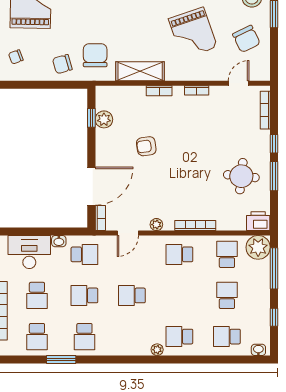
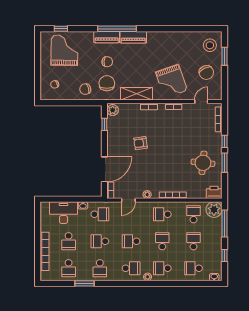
chair: (96, 22) -> (107, 62), added
grand piano: (193, 33) -> (171, 81), moved
plant: (104, 119) -> (113, 110), moved
school desk: (179, 295) -> (162, 241), added
school desk: (132, 337) -> (131, 268), added

